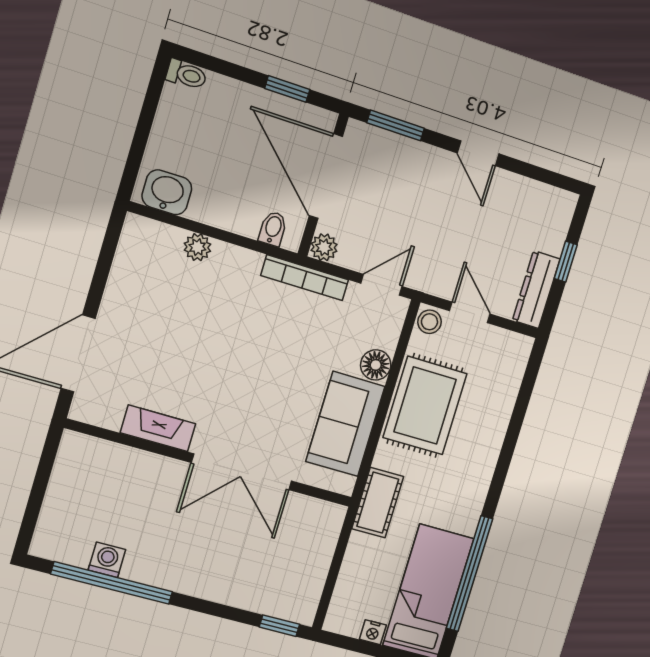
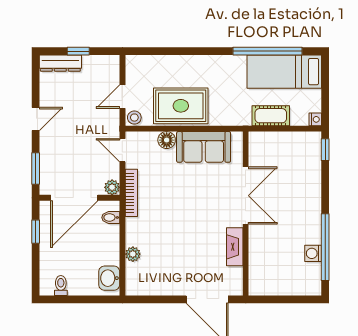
toilet: (186, 75) -> (61, 286), moved
dresser: (536, 290) -> (60, 63), moved
cot: (378, 503) -> (271, 116), moved
nightstand: (373, 632) -> (315, 119), moved

